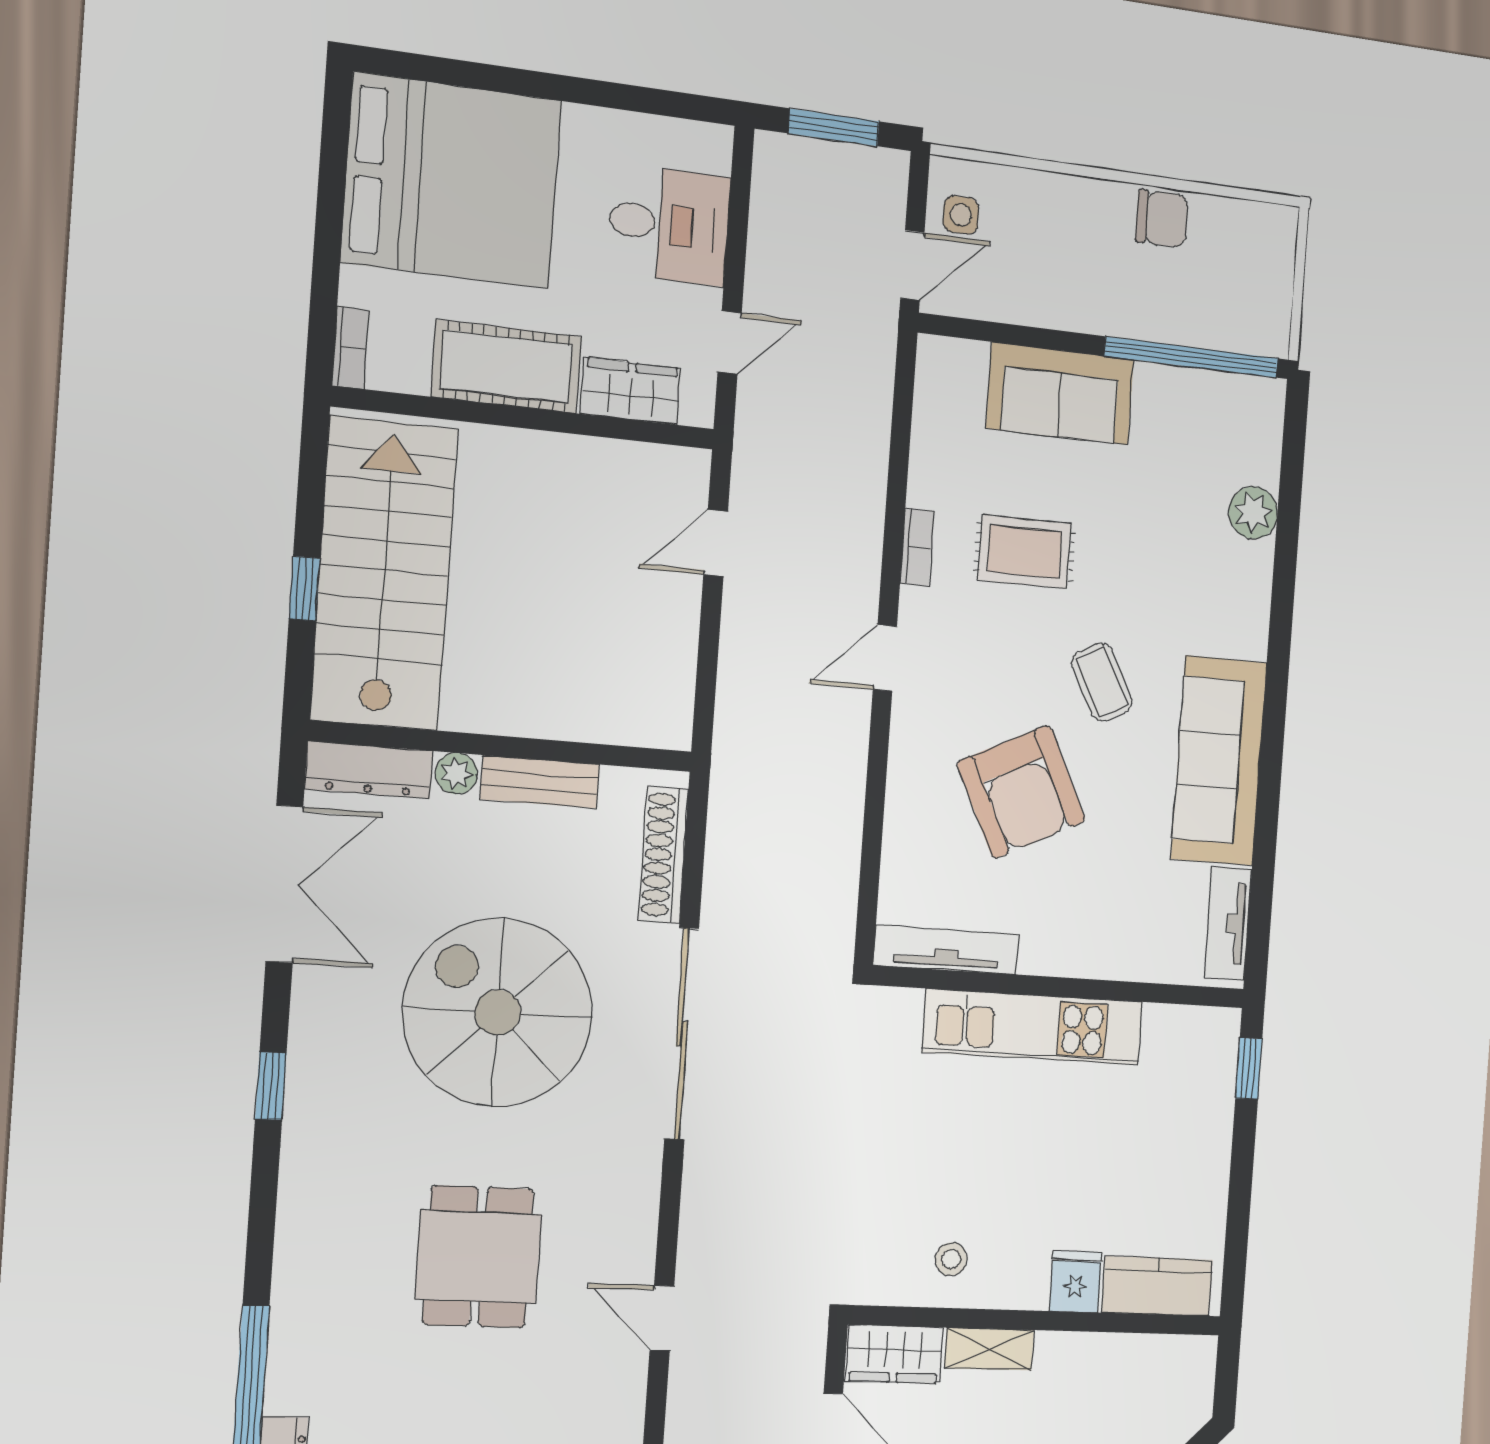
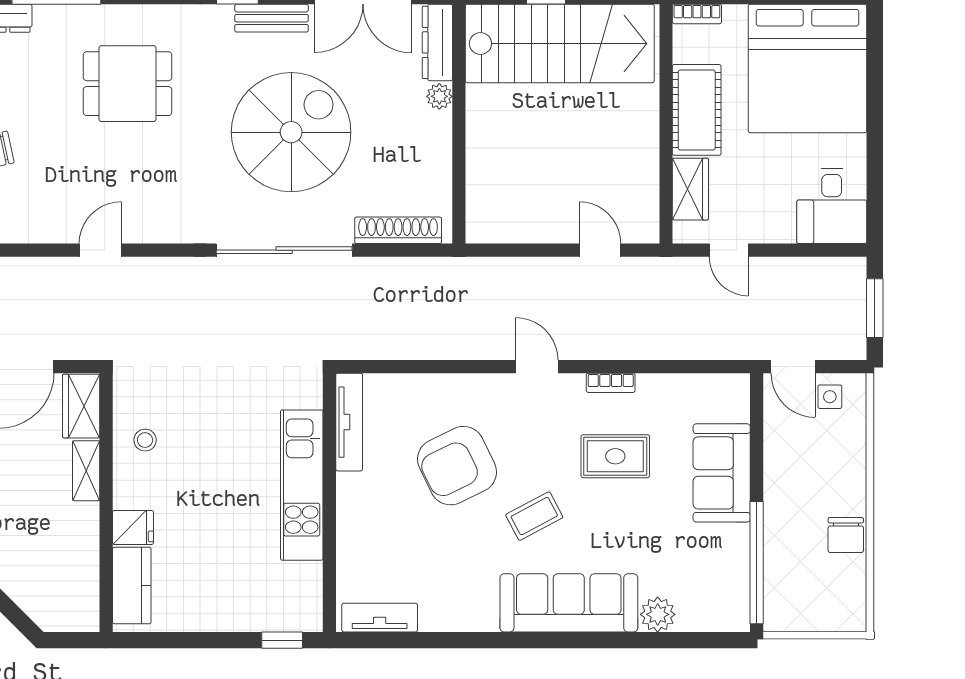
desk: (669, 225) -> (832, 206), moved
rug: (1025, 552) -> (615, 456), turned 90
sofa: (1219, 761) -> (569, 603), moved
bench: (540, 782) -> (271, 18), moved, turned 90
dining table: (478, 1257) -> (127, 84), moved

